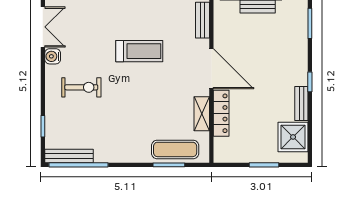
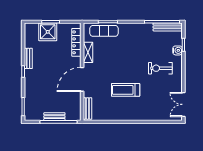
water cooler: (53, 56) -> (178, 50), moved
door: (211, 69) -> (82, 79), hinge flipped
locker: (221, 113) -> (76, 42), moved
shower: (293, 137) -> (48, 32), moved

